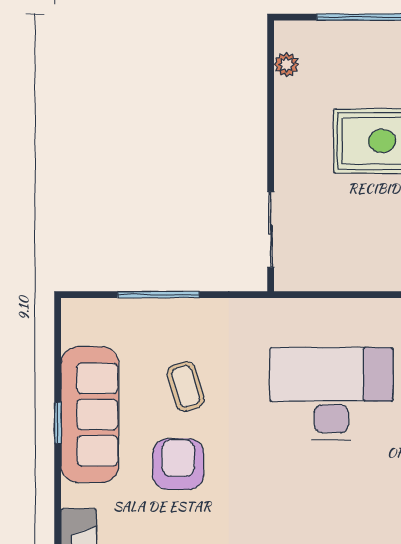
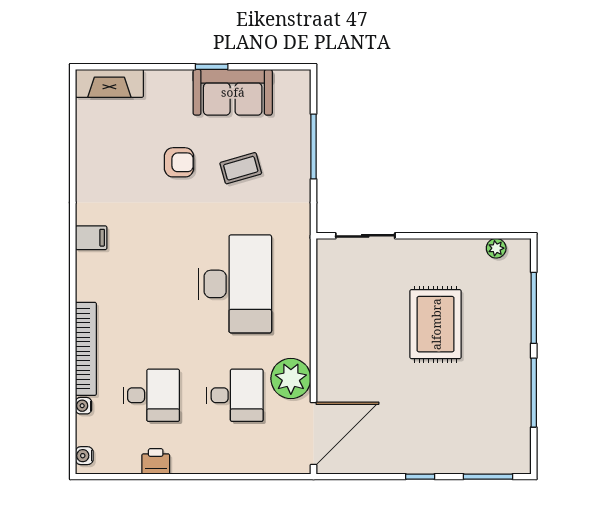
sofa: (90, 415) -> (233, 92), width x0.73
armchair: (178, 464) -> (179, 162), width x0.72, depth x0.72

